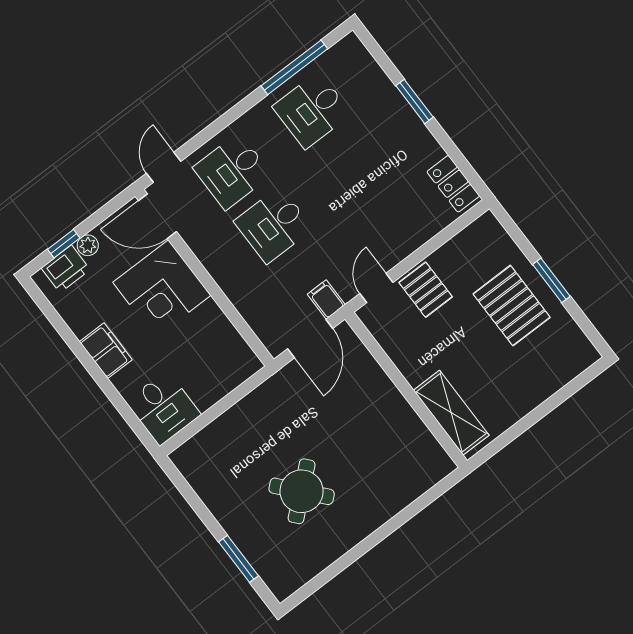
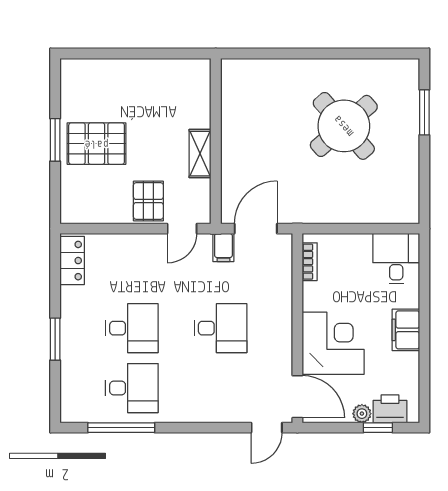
desk: (232, 171) -> (132, 328), moved
pallet: (512, 306) -> (97, 144), turned 90
bookcase: (239, 346) -> (310, 262), added
shelving: (451, 413) -> (200, 154), moved, width x0.67, depth x0.75
round table: (302, 491) -> (344, 126), width x1.36, depth x1.36

